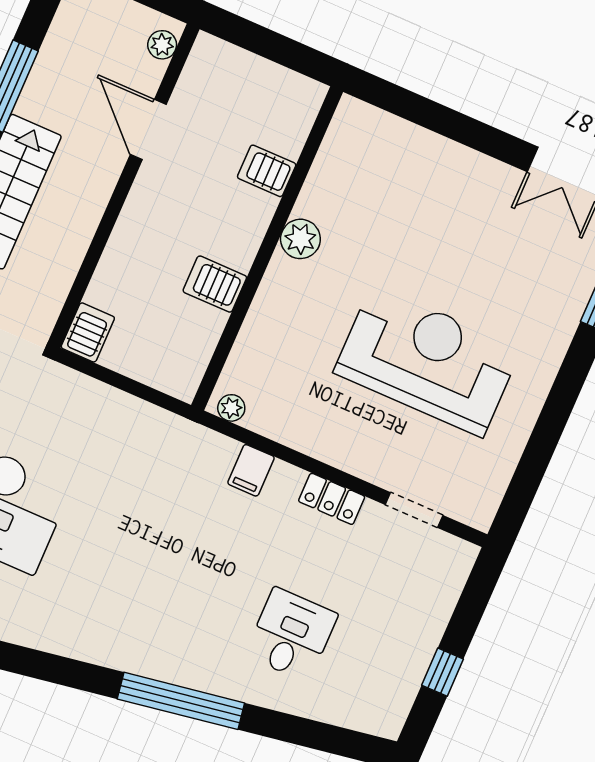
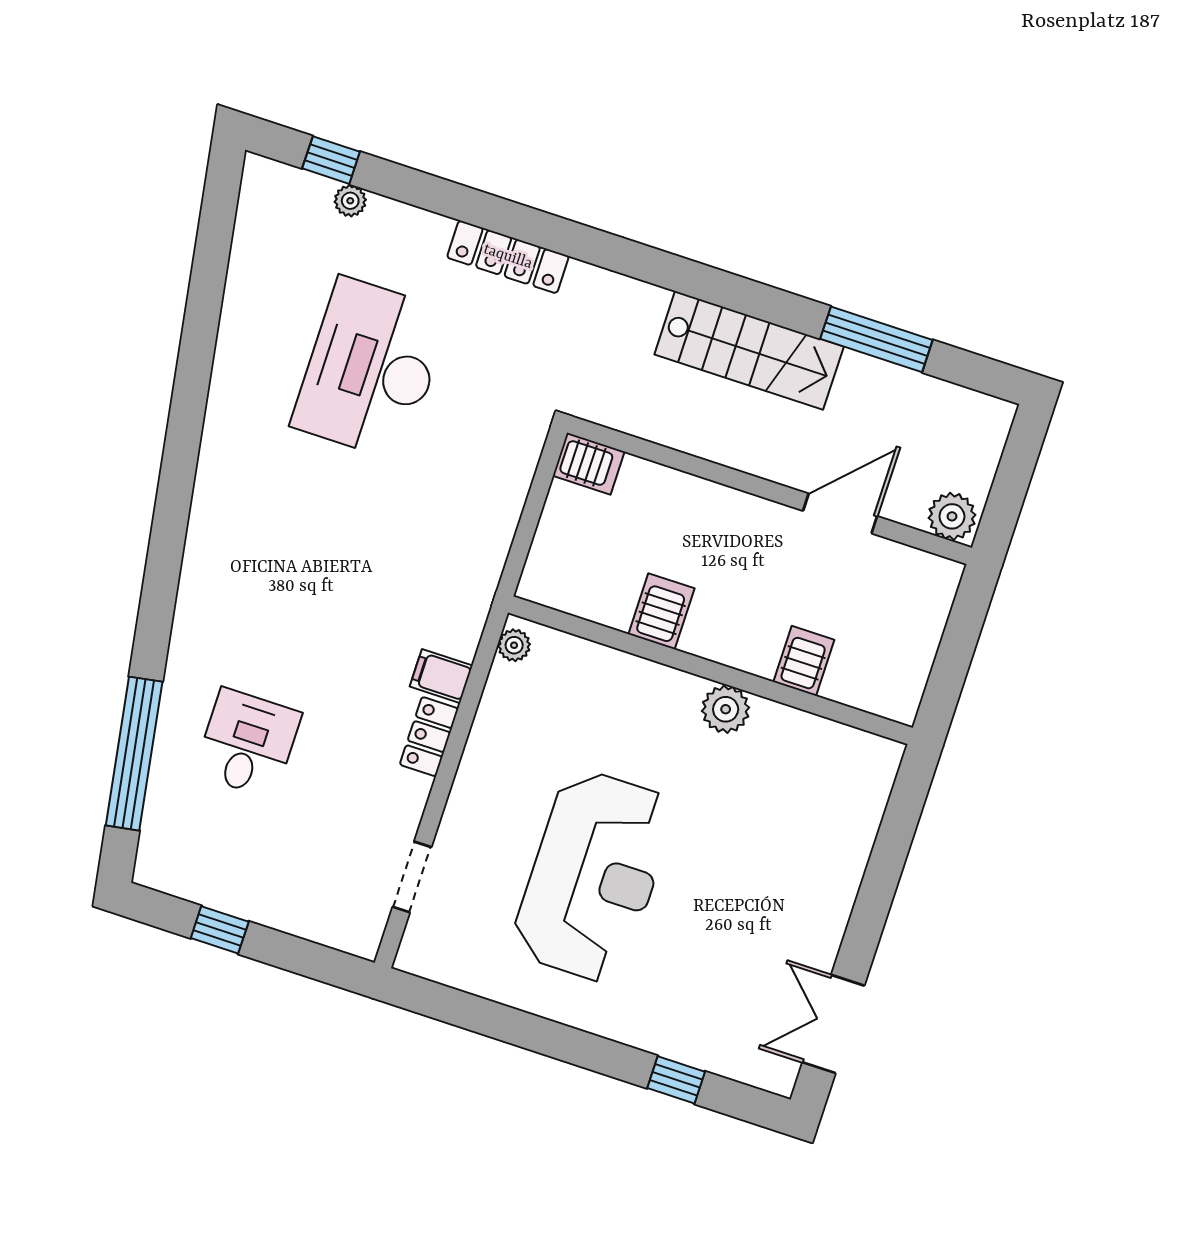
plant: (162, 45) -> (952, 516), width x1.38, depth x1.38
locker: (332, 499) -> (429, 737), moved
desk: (291, 635) -> (248, 743), turned -90
window: (181, 701) -> (134, 754), moved

